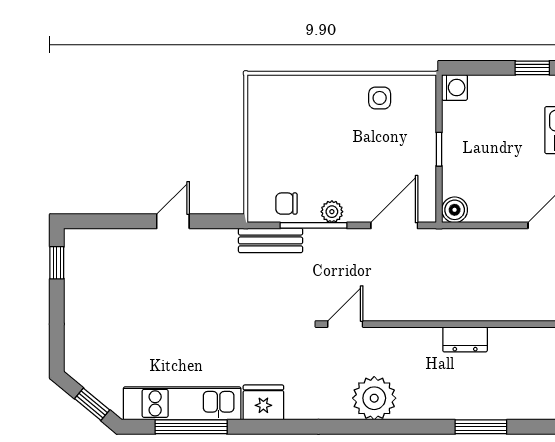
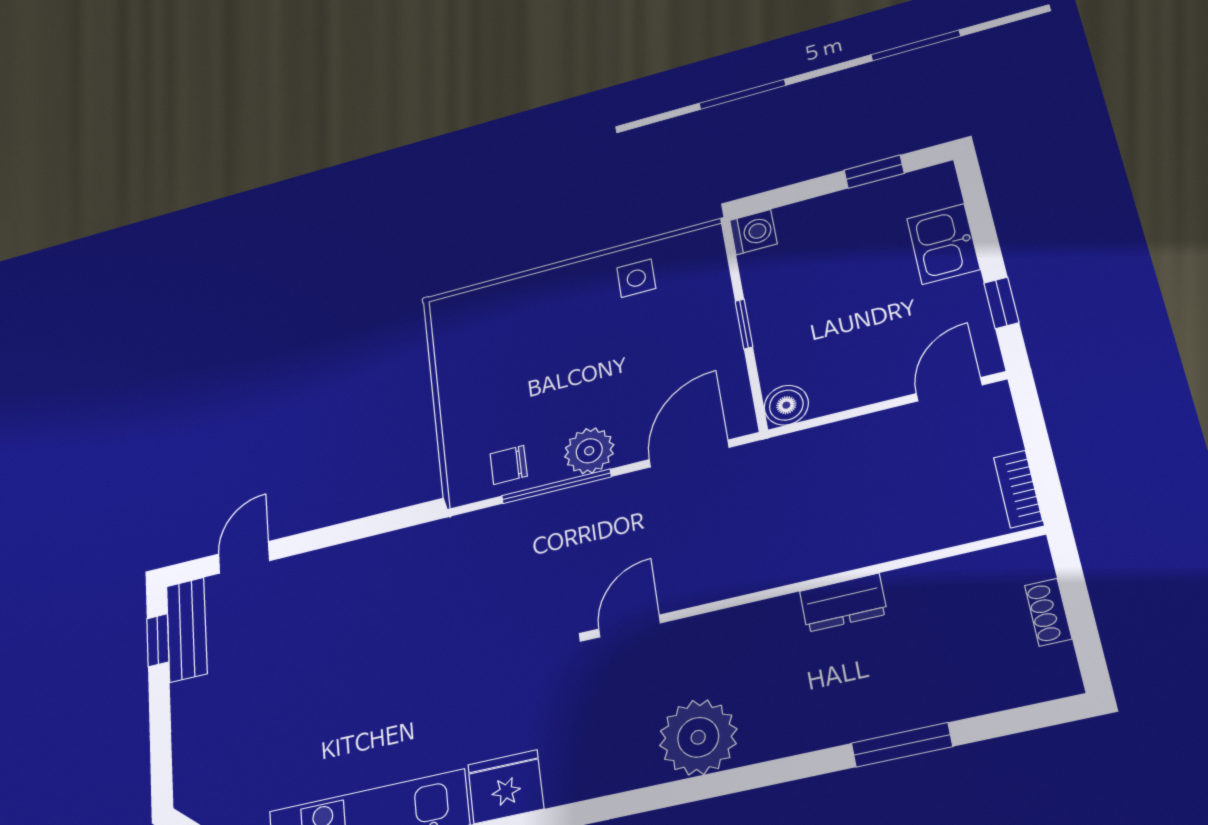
plant: (332, 212) -> (589, 451), width x1.38, depth x1.38
door: (173, 221) -> (244, 557), moved
bench: (271, 240) -> (187, 630), moved, turned 90

